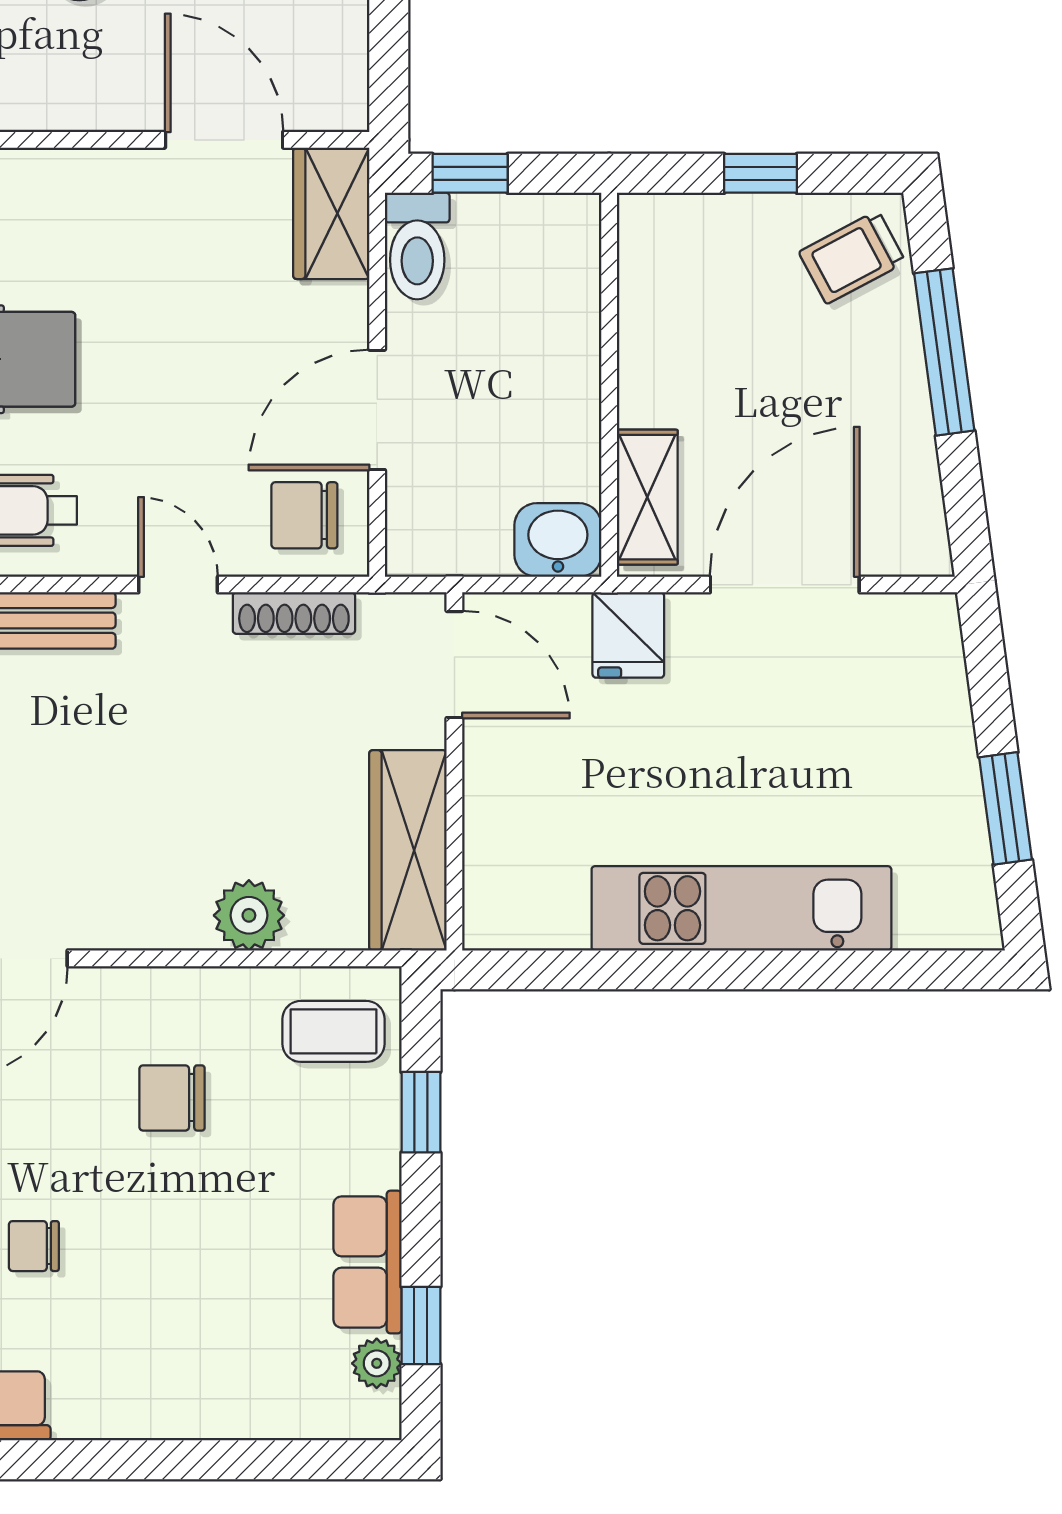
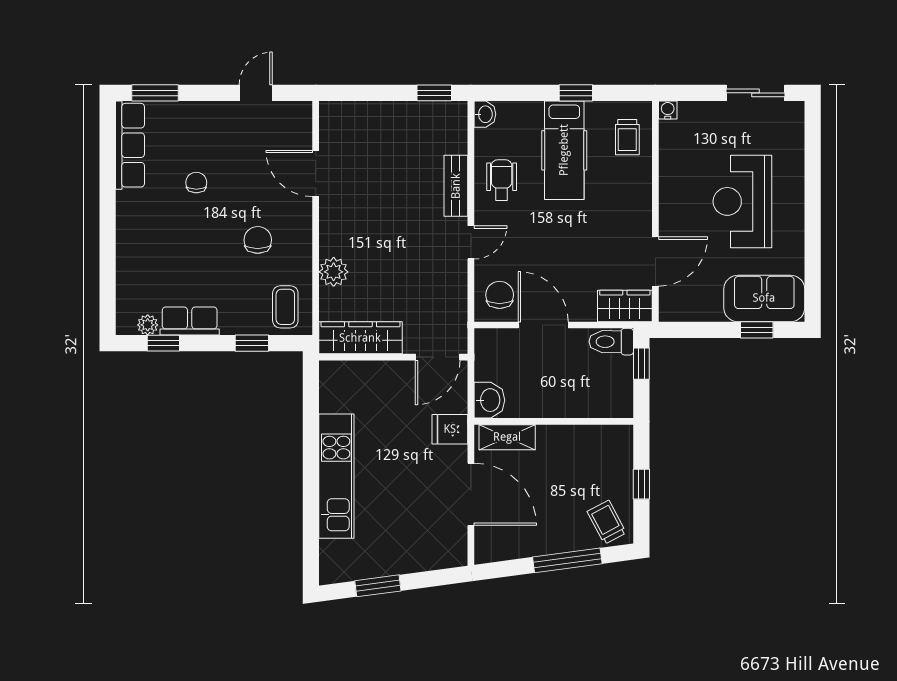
shoe rack: (294, 613) -> (459, 290), removed

